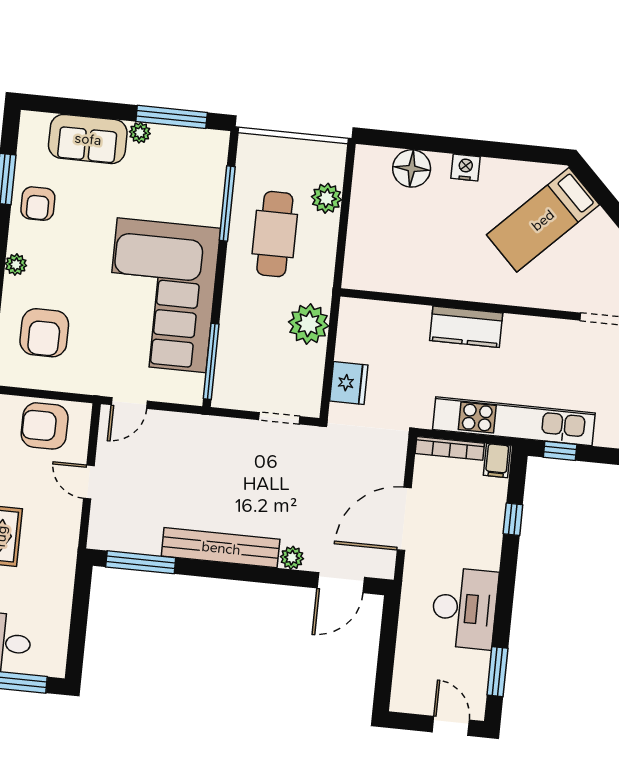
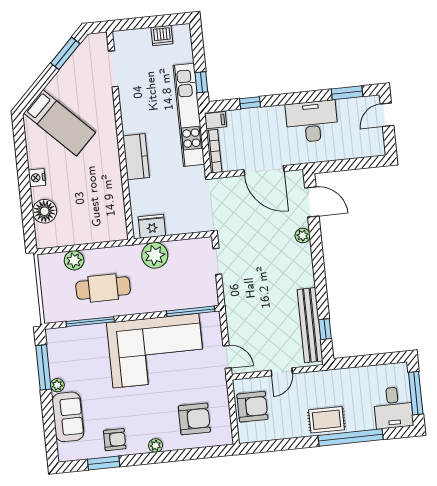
fridge: (349, 383) -> (152, 226), moved
armchair: (45, 426) -> (252, 407), turned -90
bench: (221, 548) -> (310, 325), moved
window: (141, 562) -> (325, 329), width x0.46

